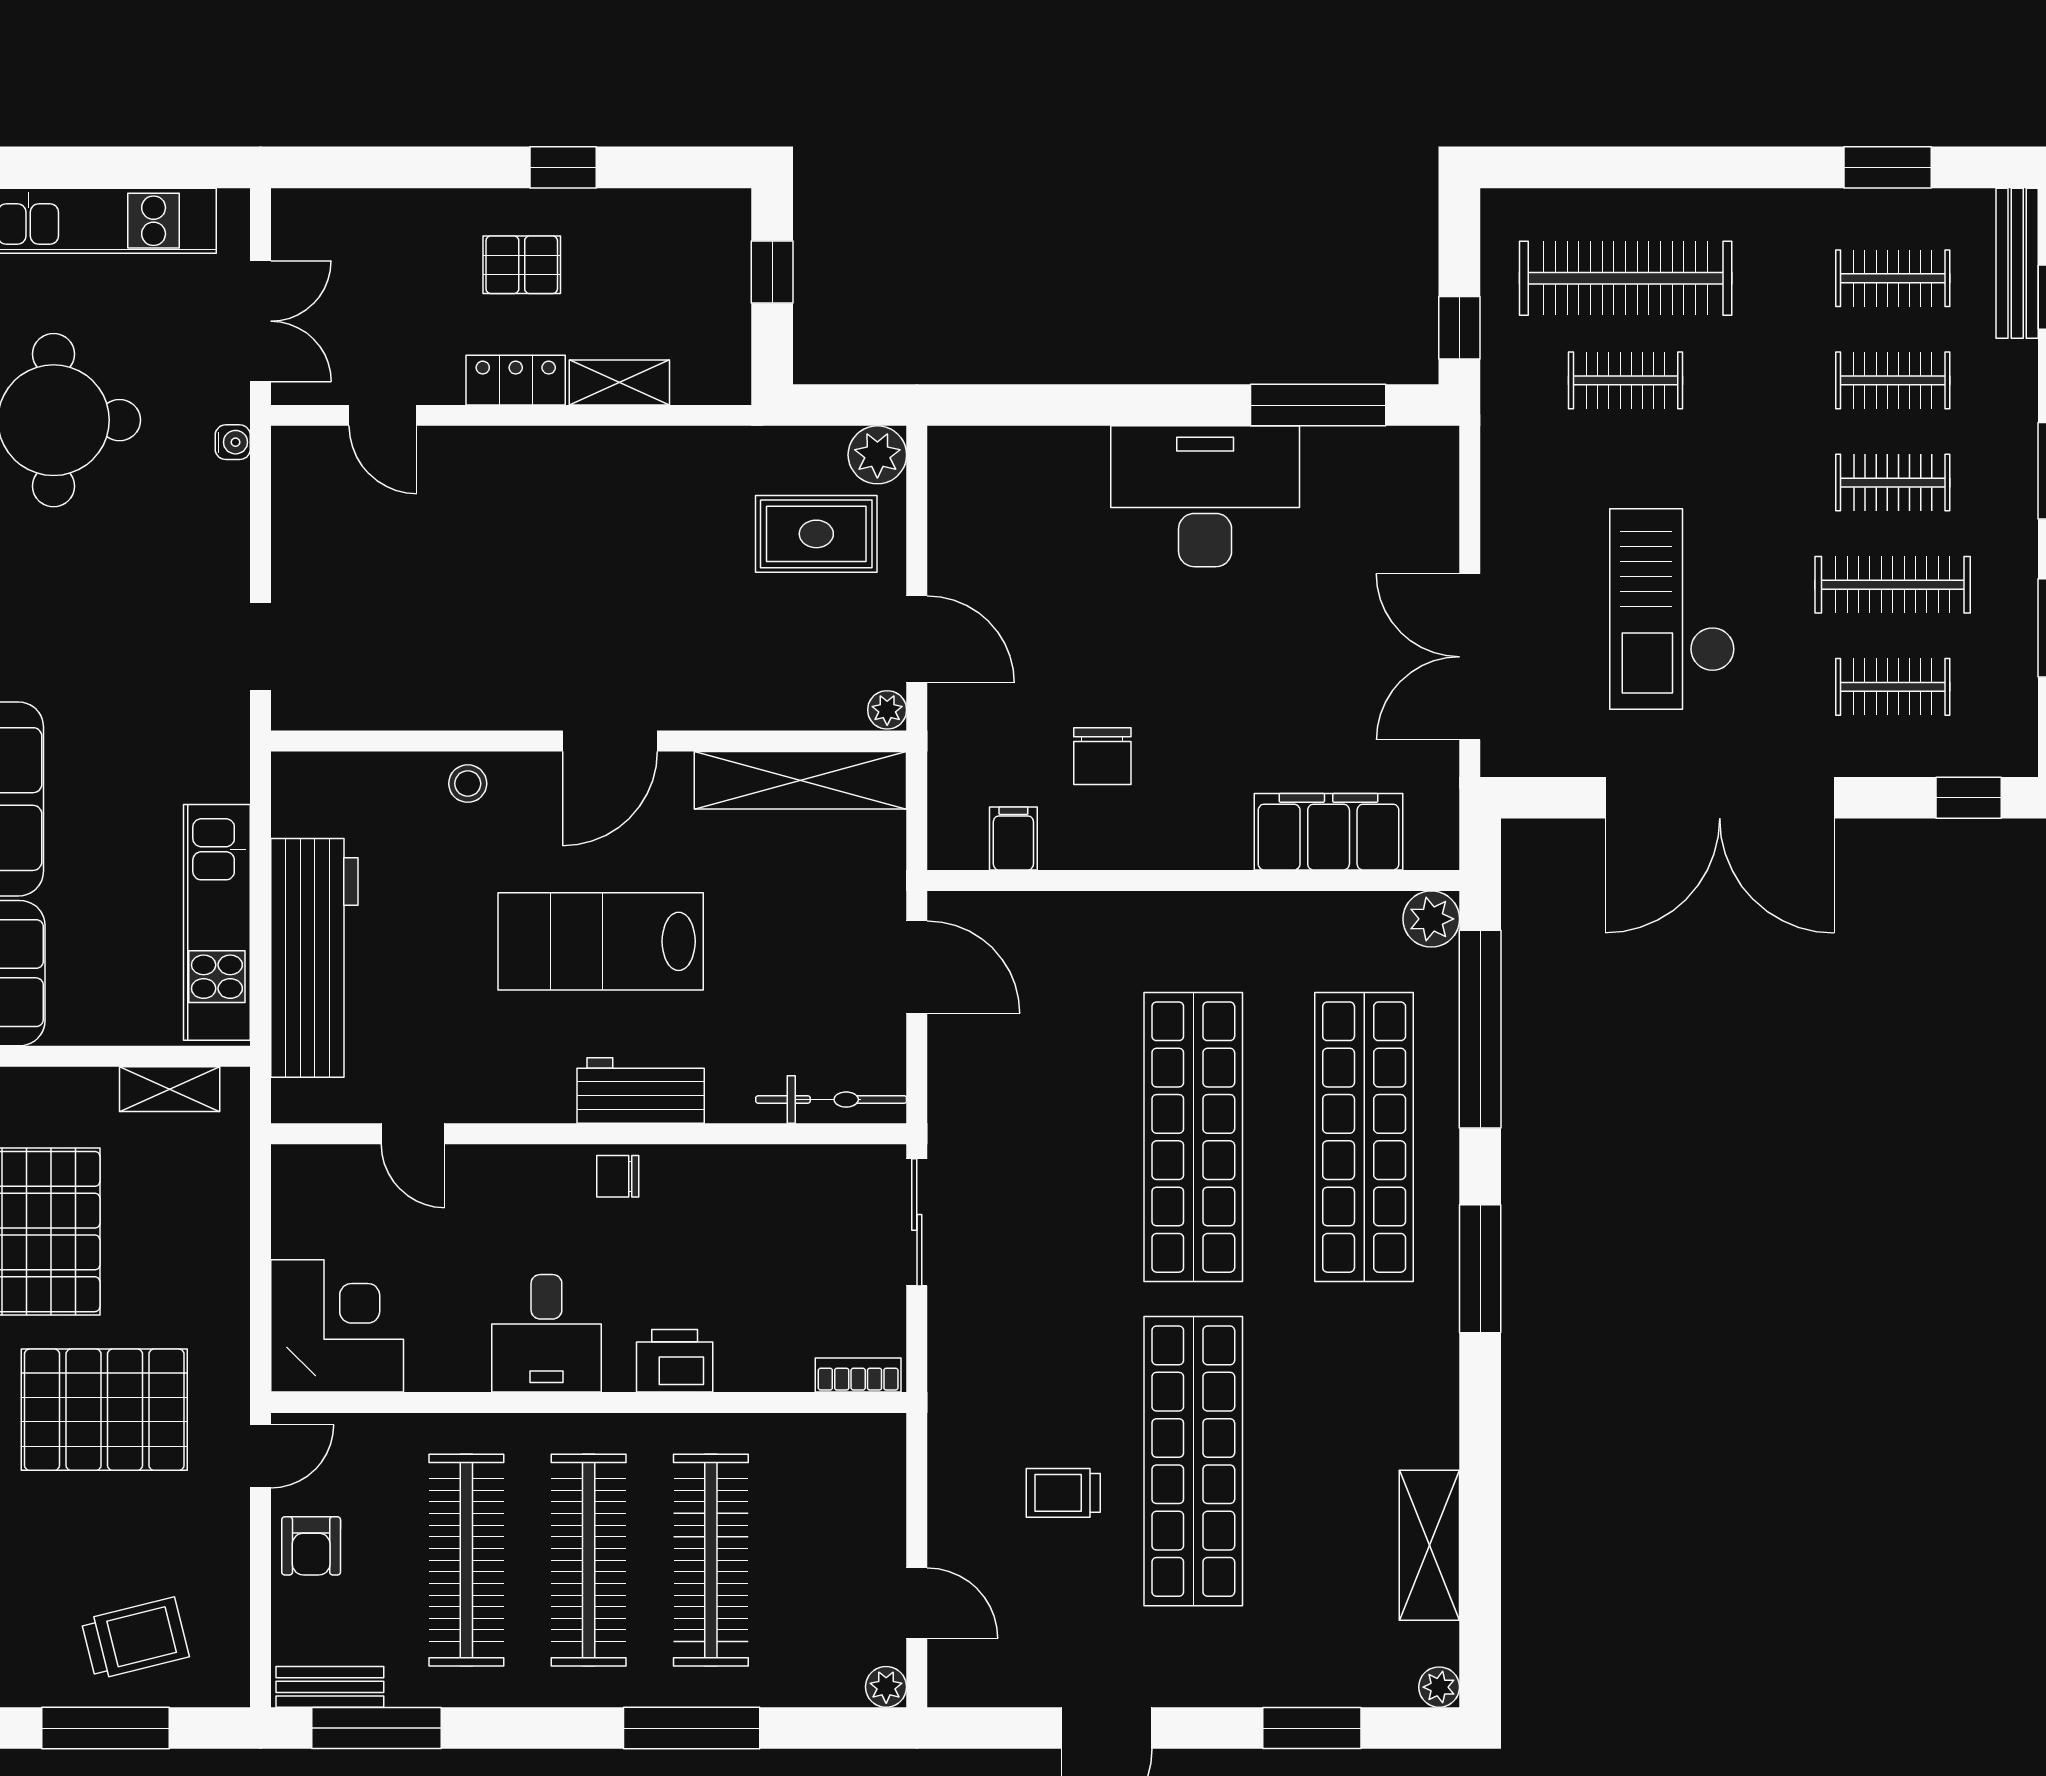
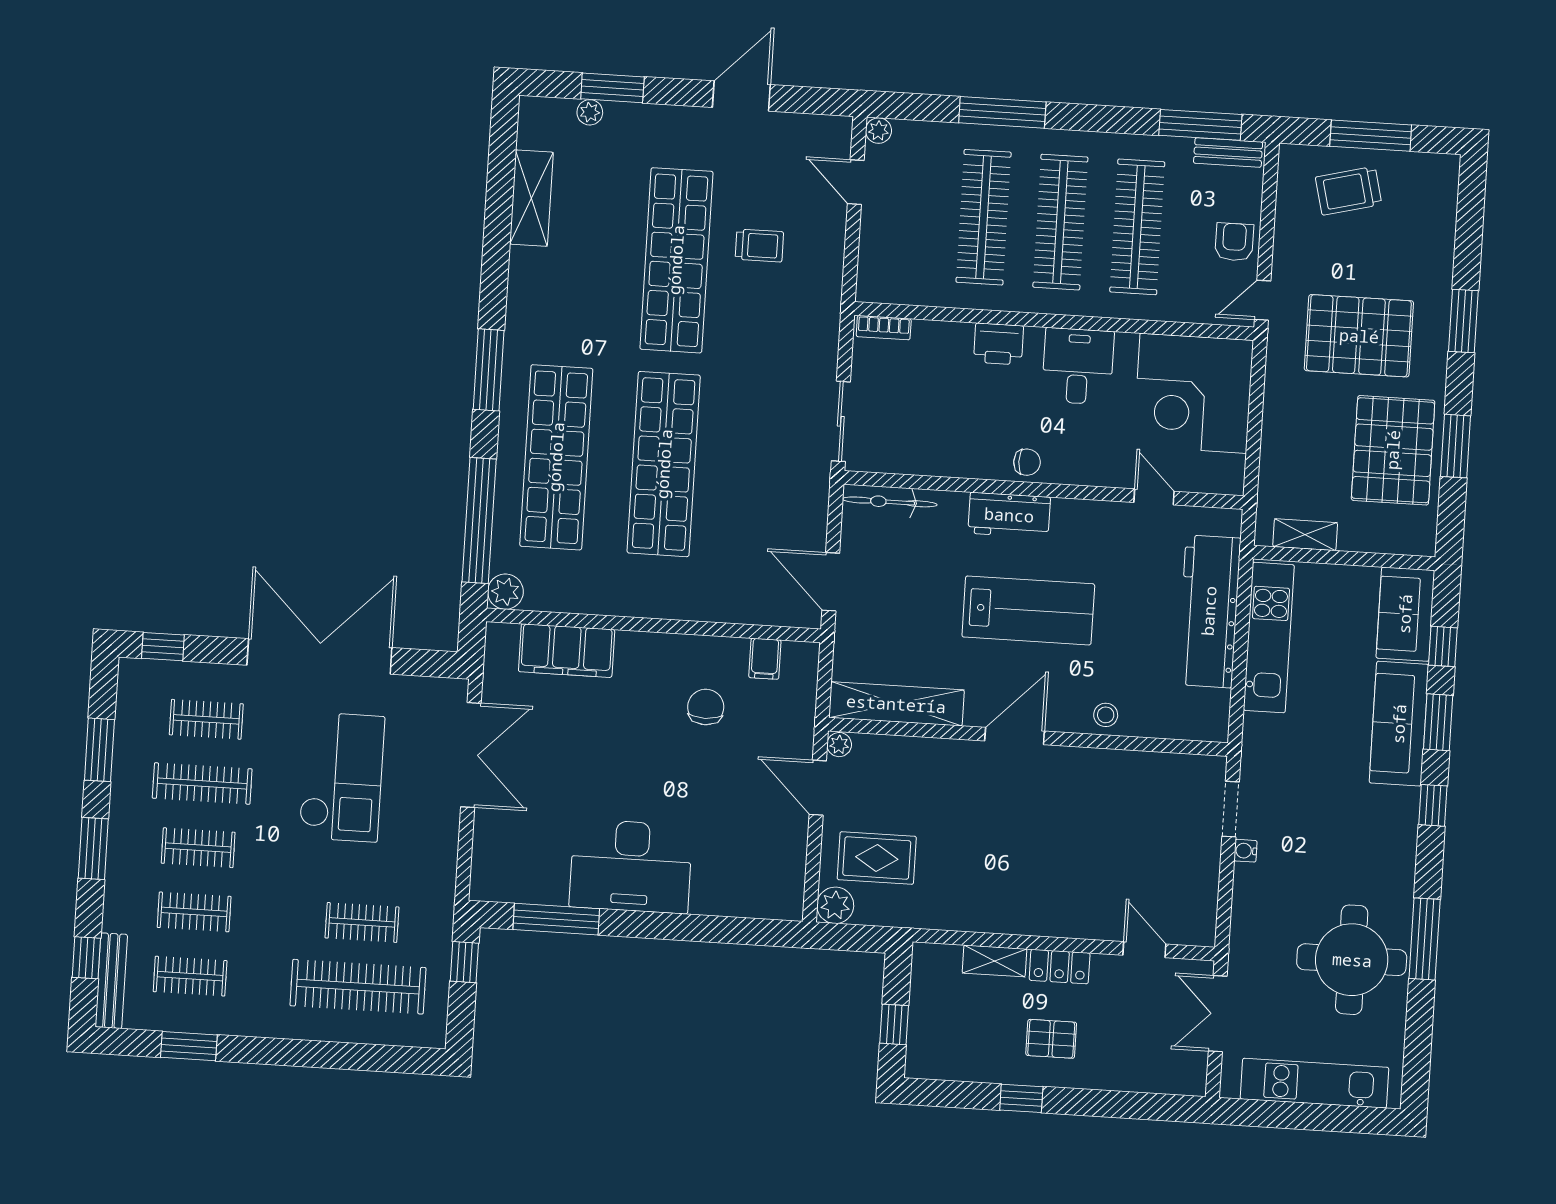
water cooler: (233, 442) -> (1245, 851), moved
corner desk: (337, 1326) -> (1193, 393), width x1.36, depth x1.36
plant: (1439, 1687) -> (590, 112), moved

